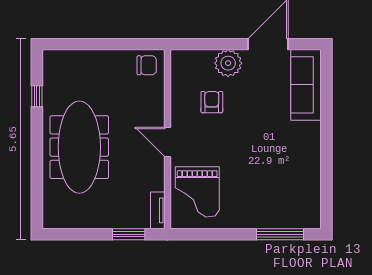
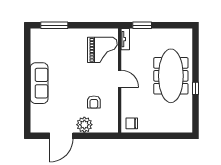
sofa: (306, 85) -> (39, 83), moved
window: (37, 96) -> (195, 88), moved
grand piano: (197, 192) -> (102, 50), turned 90

